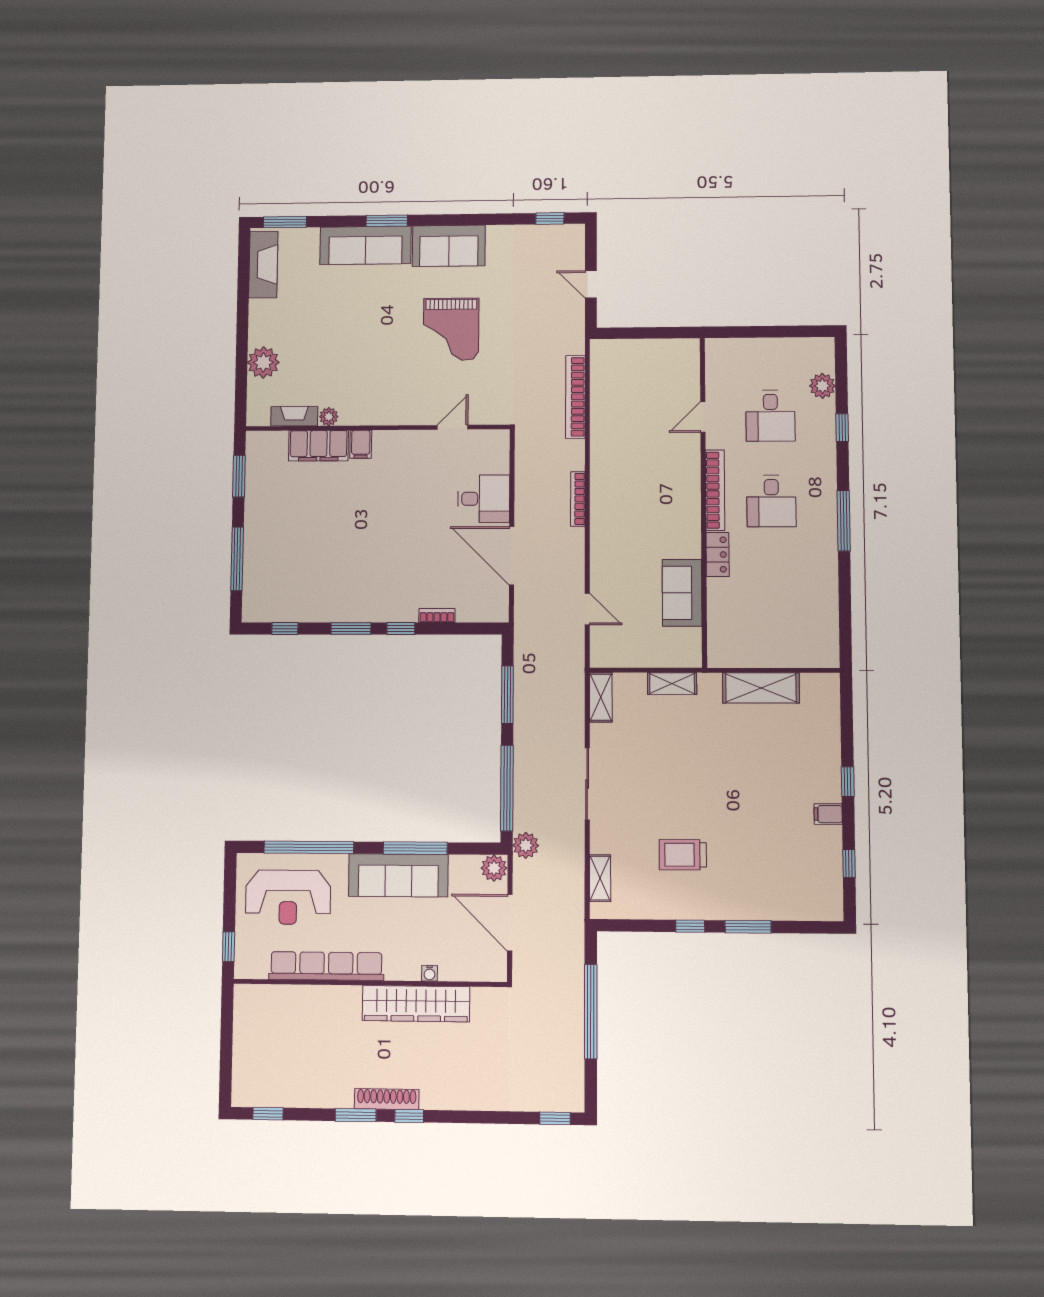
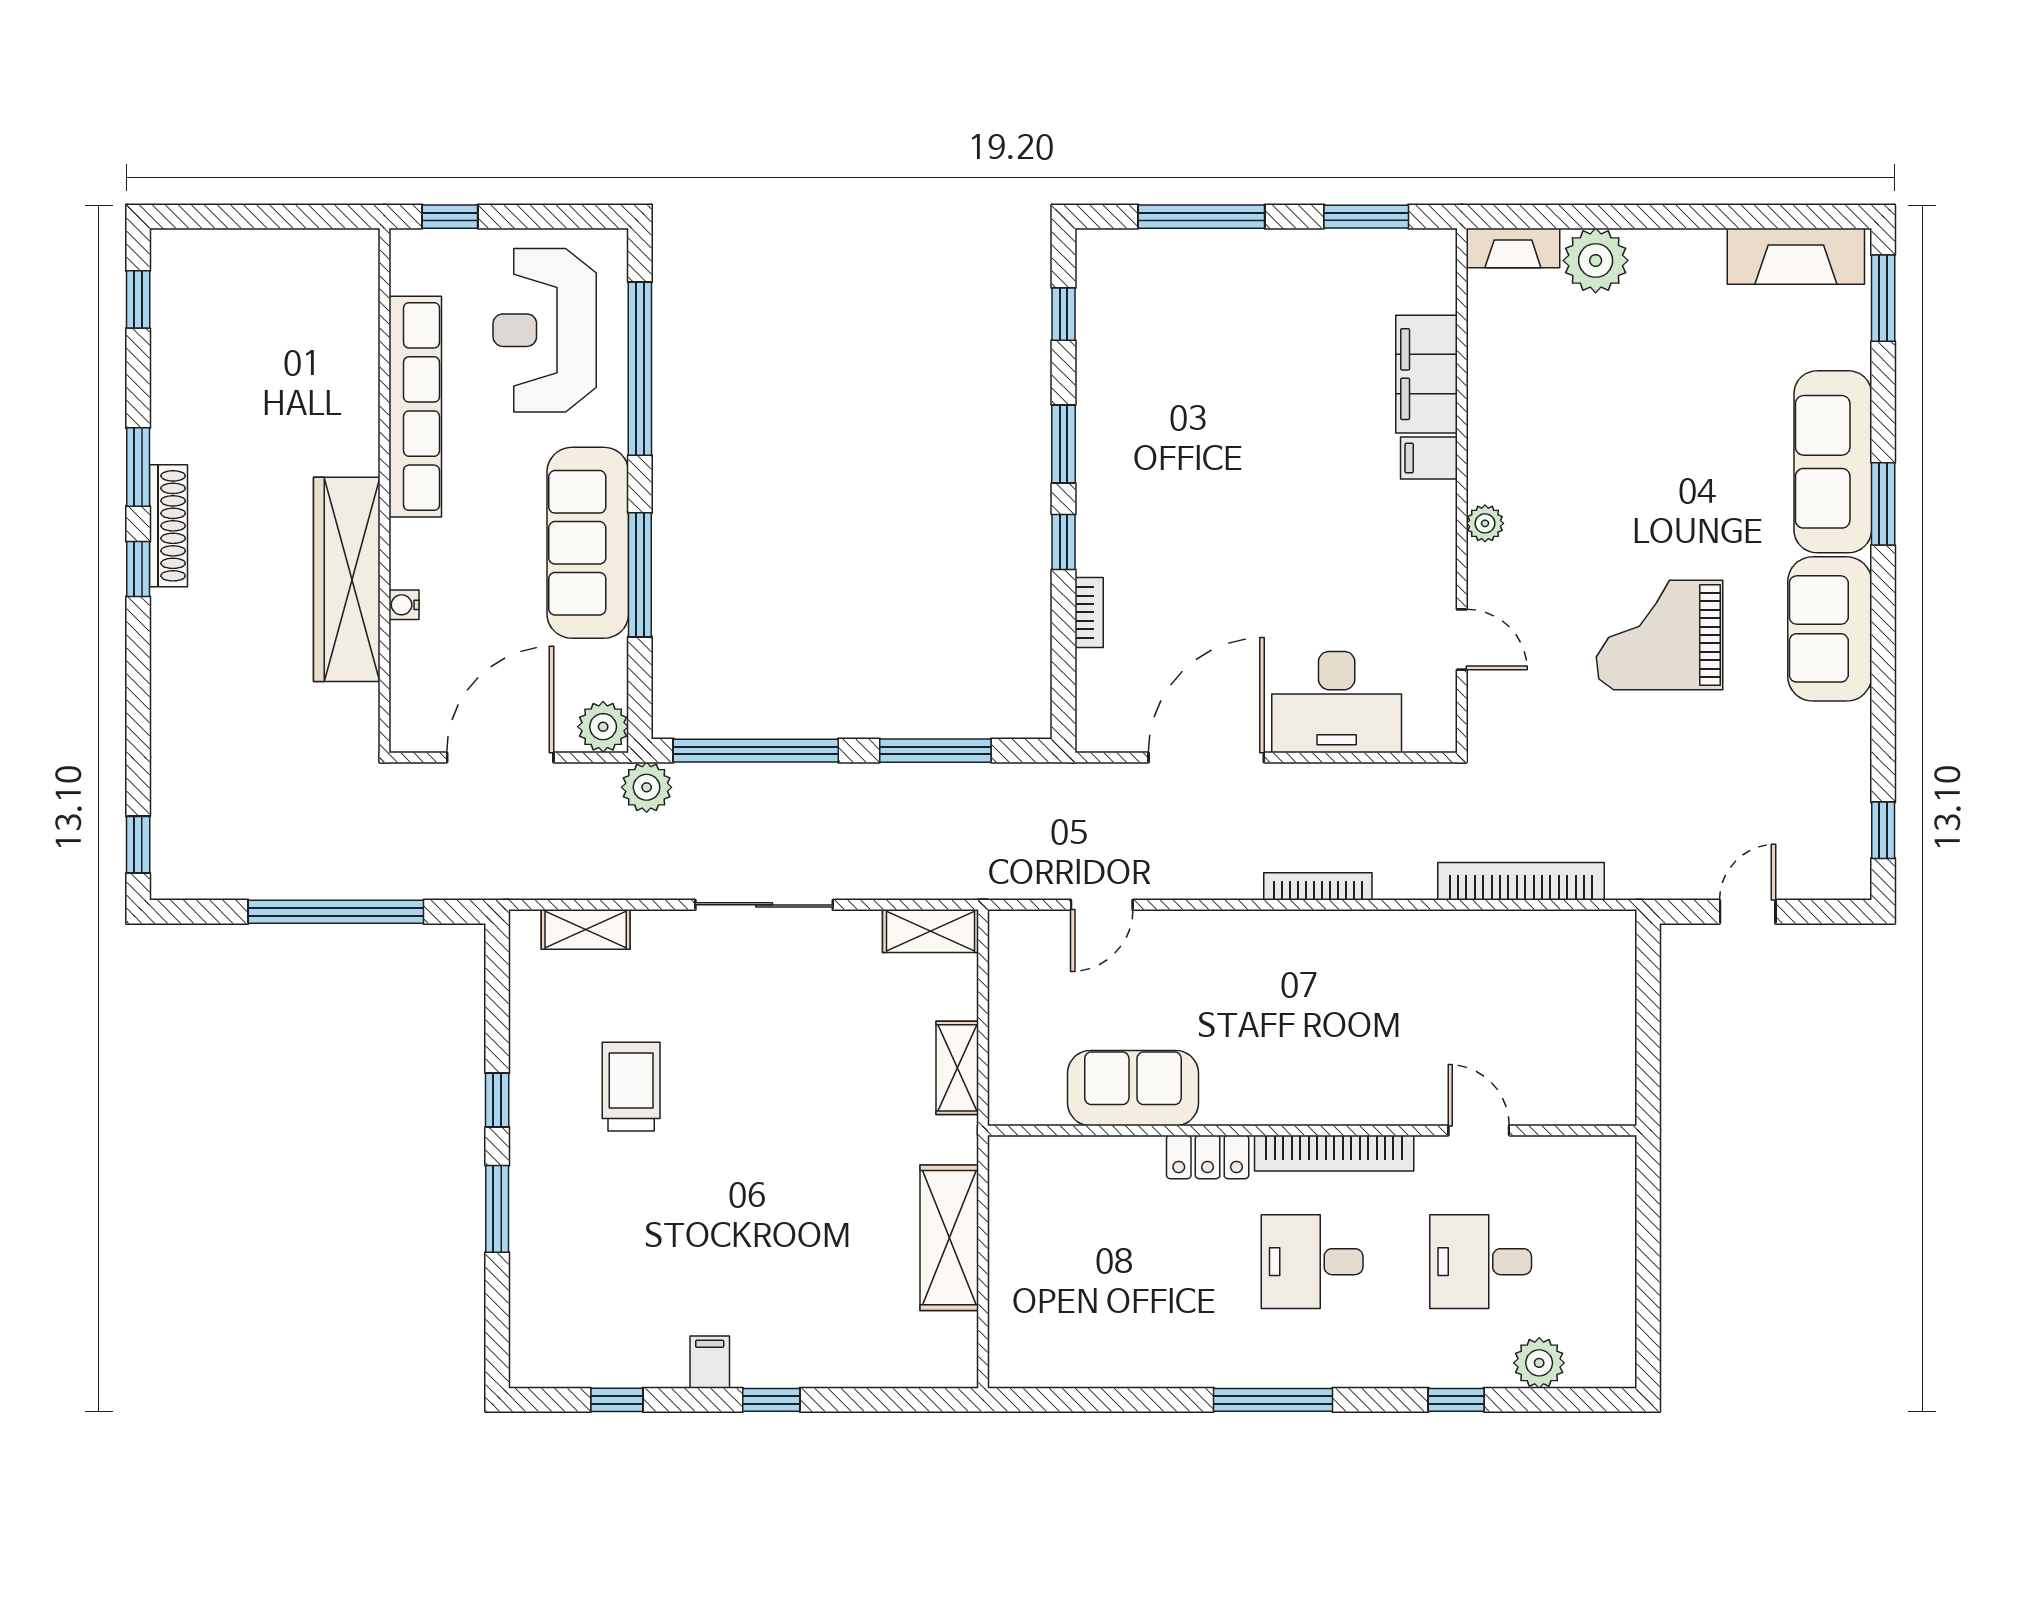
fireplace: (294, 416) -> (1513, 248), moved, turned 90
plant: (329, 417) -> (1485, 523), moved
desk: (484, 499) -> (1337, 702), width x1.37

